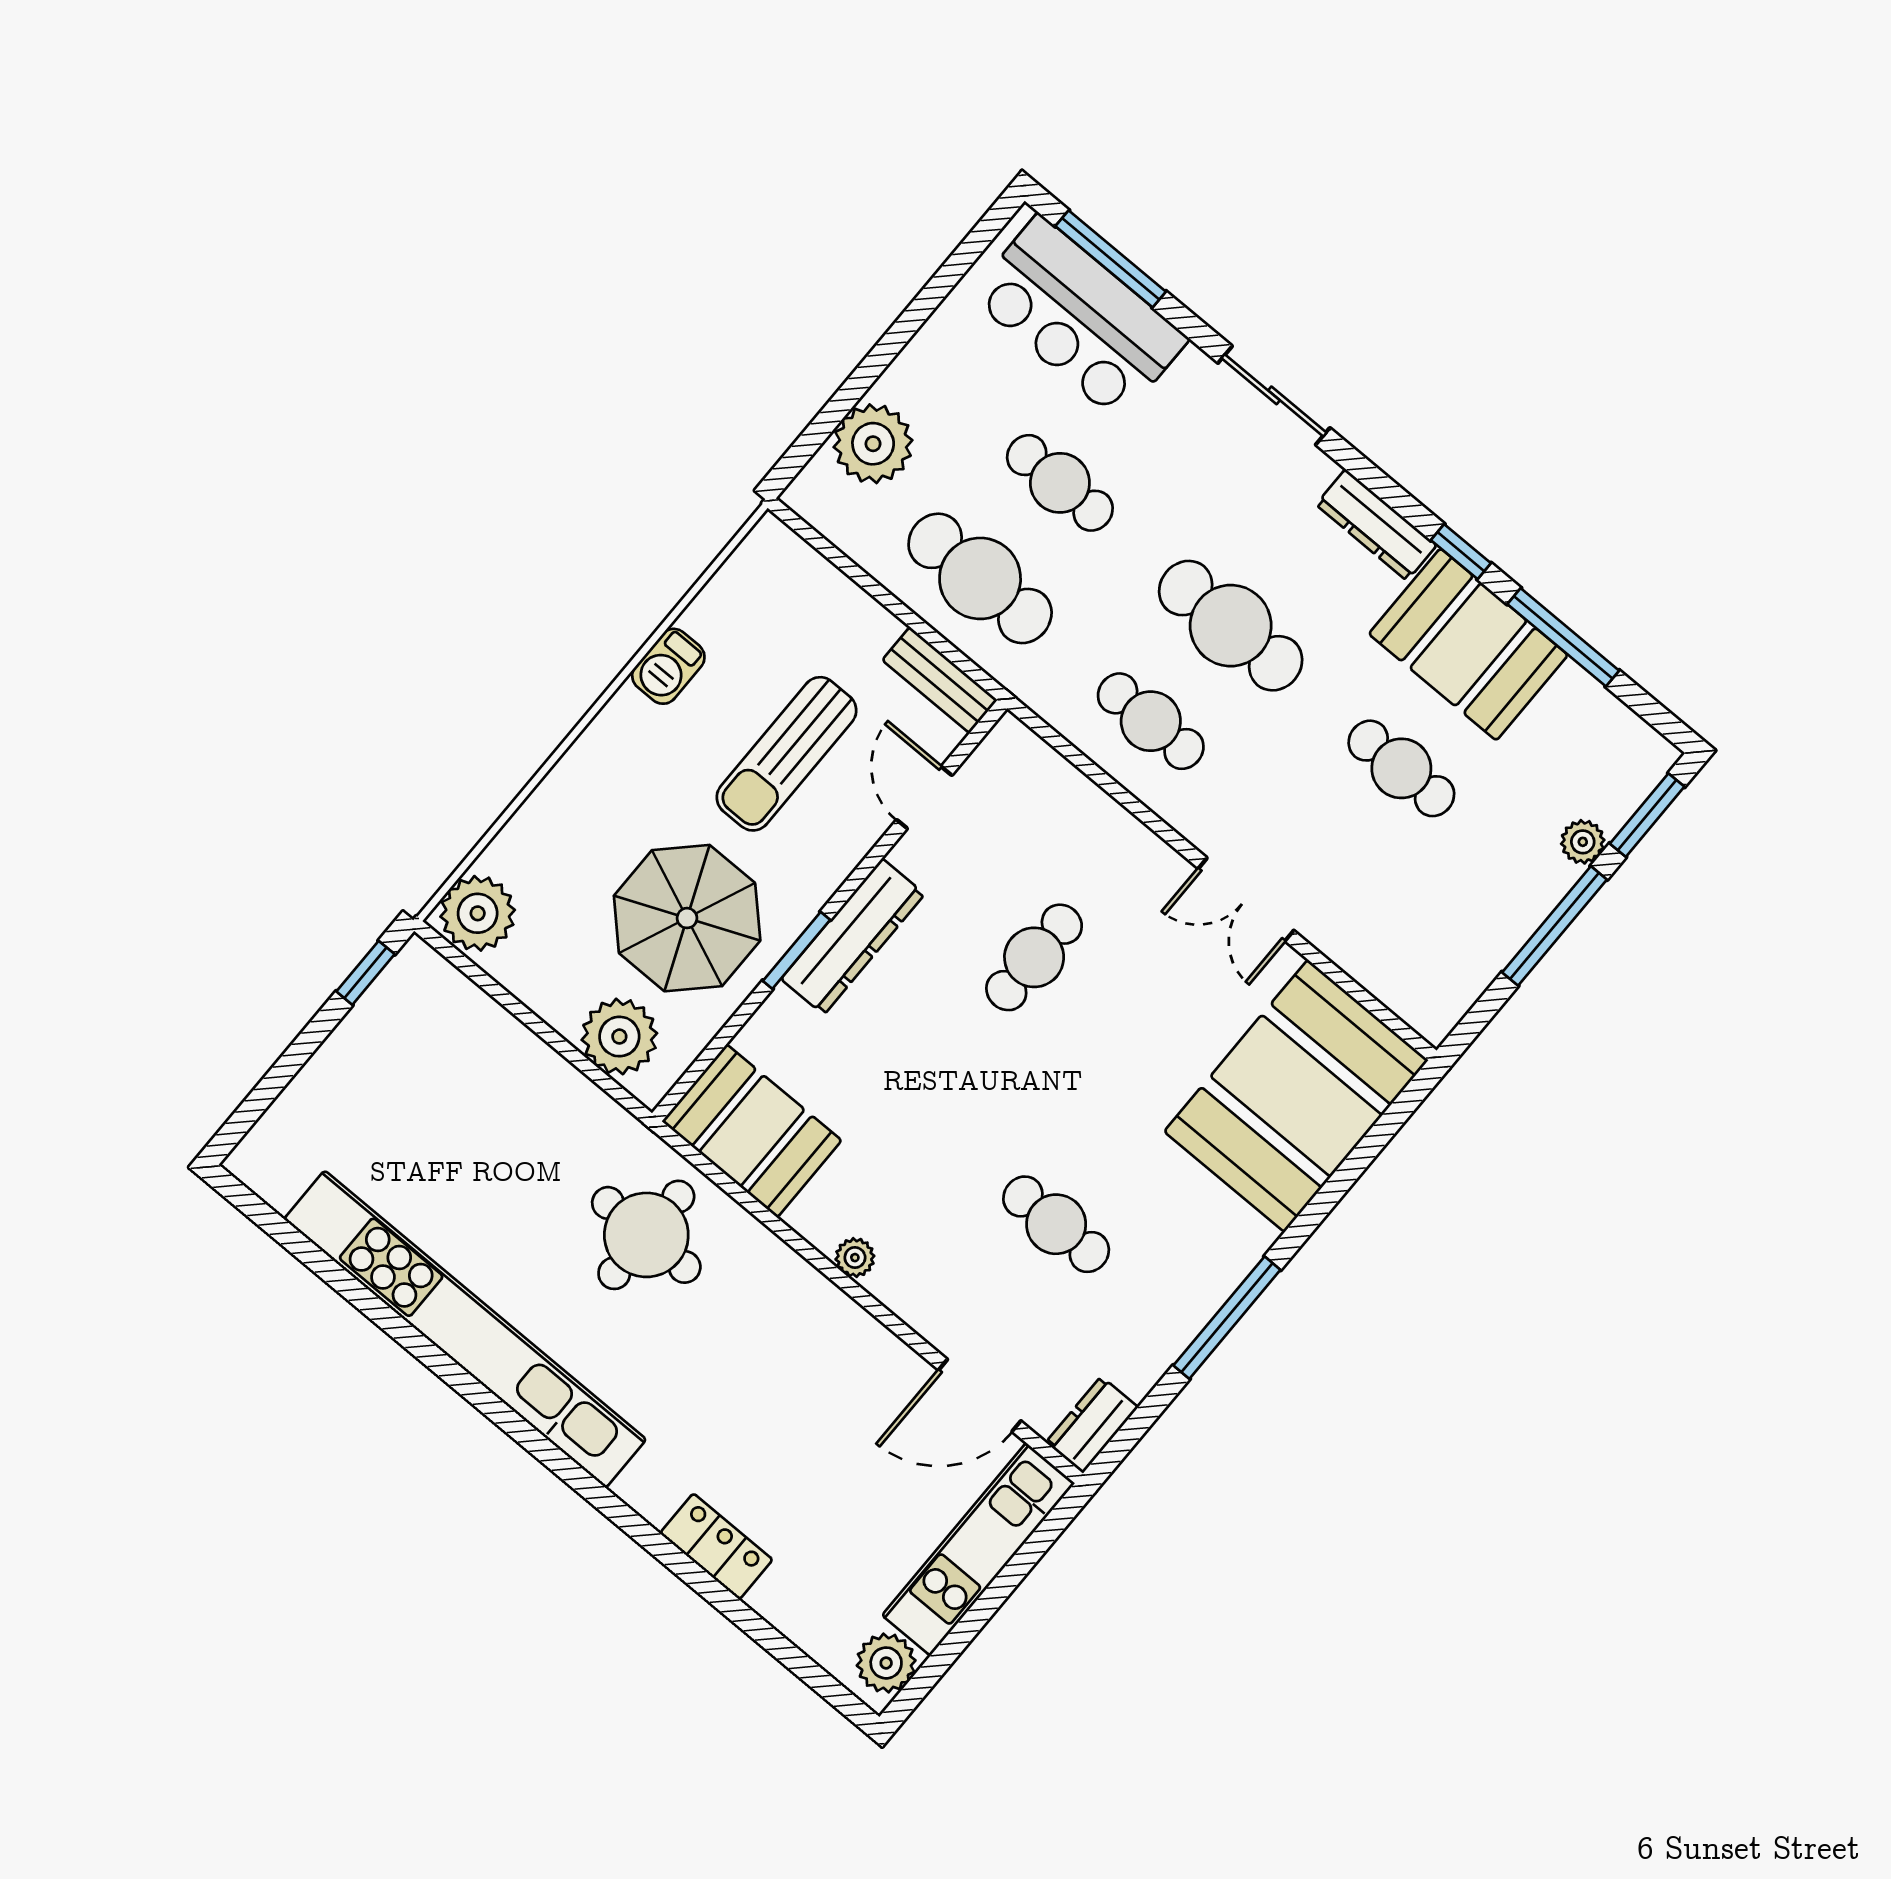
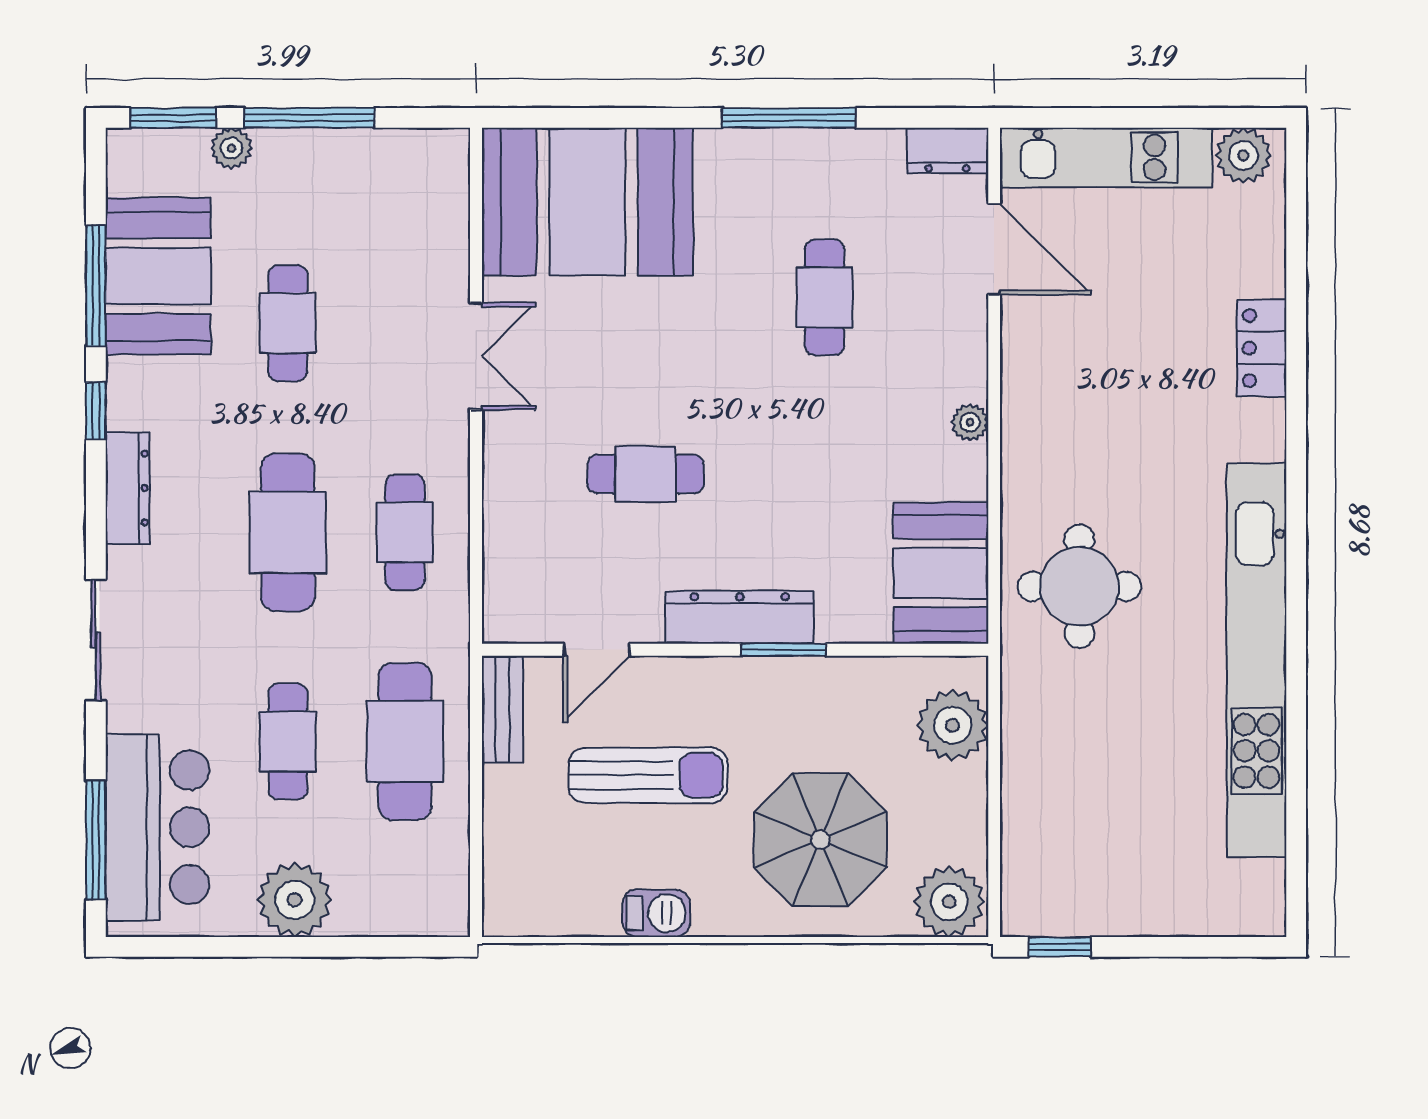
plant: (873, 444) -> (295, 900), moved
booth: (1468, 644) -> (158, 276), moved
parasol: (687, 918) -> (820, 840), moved

